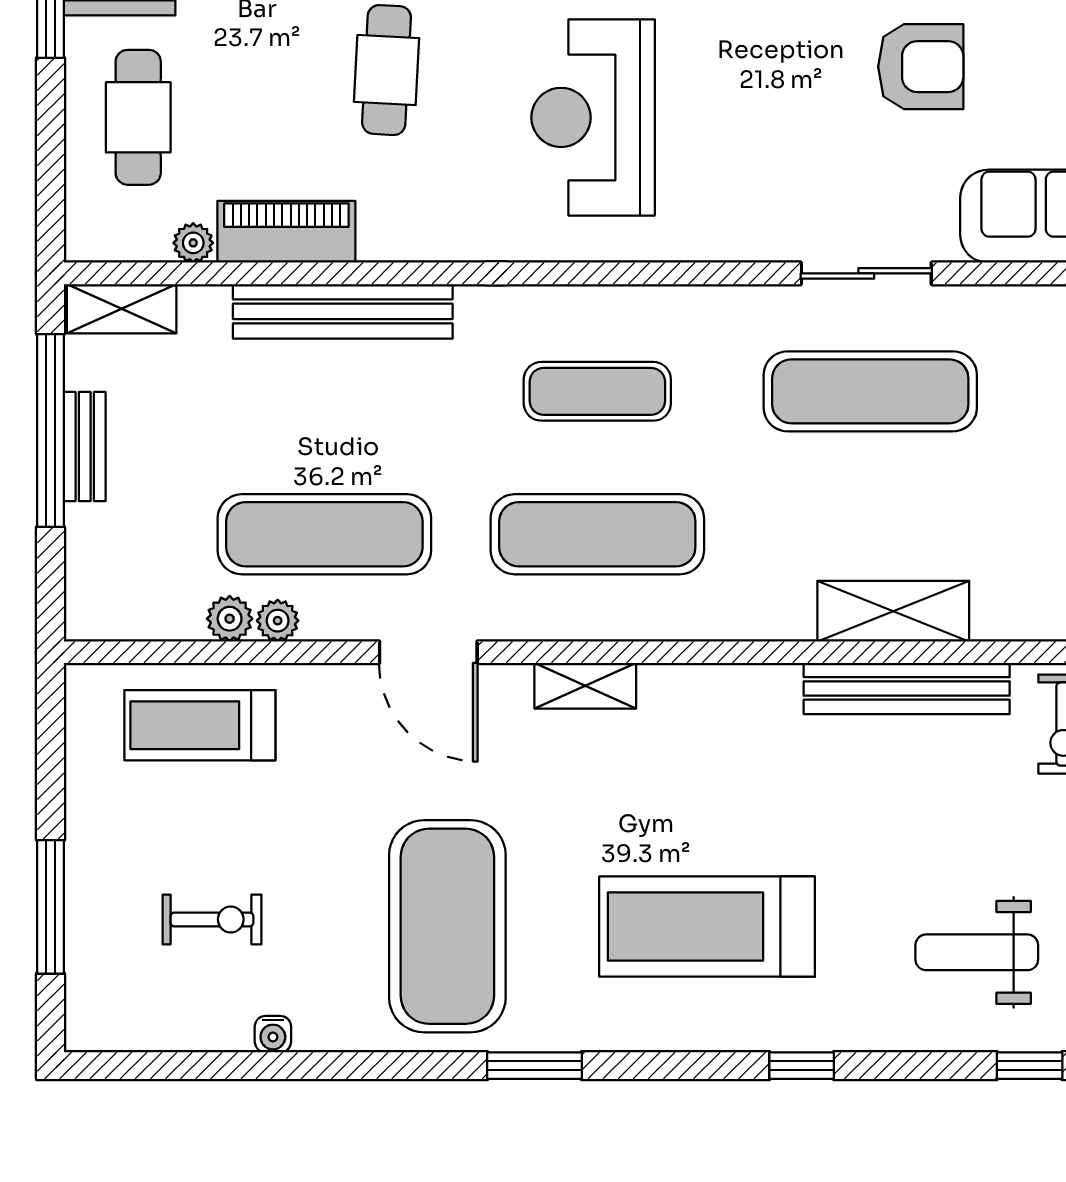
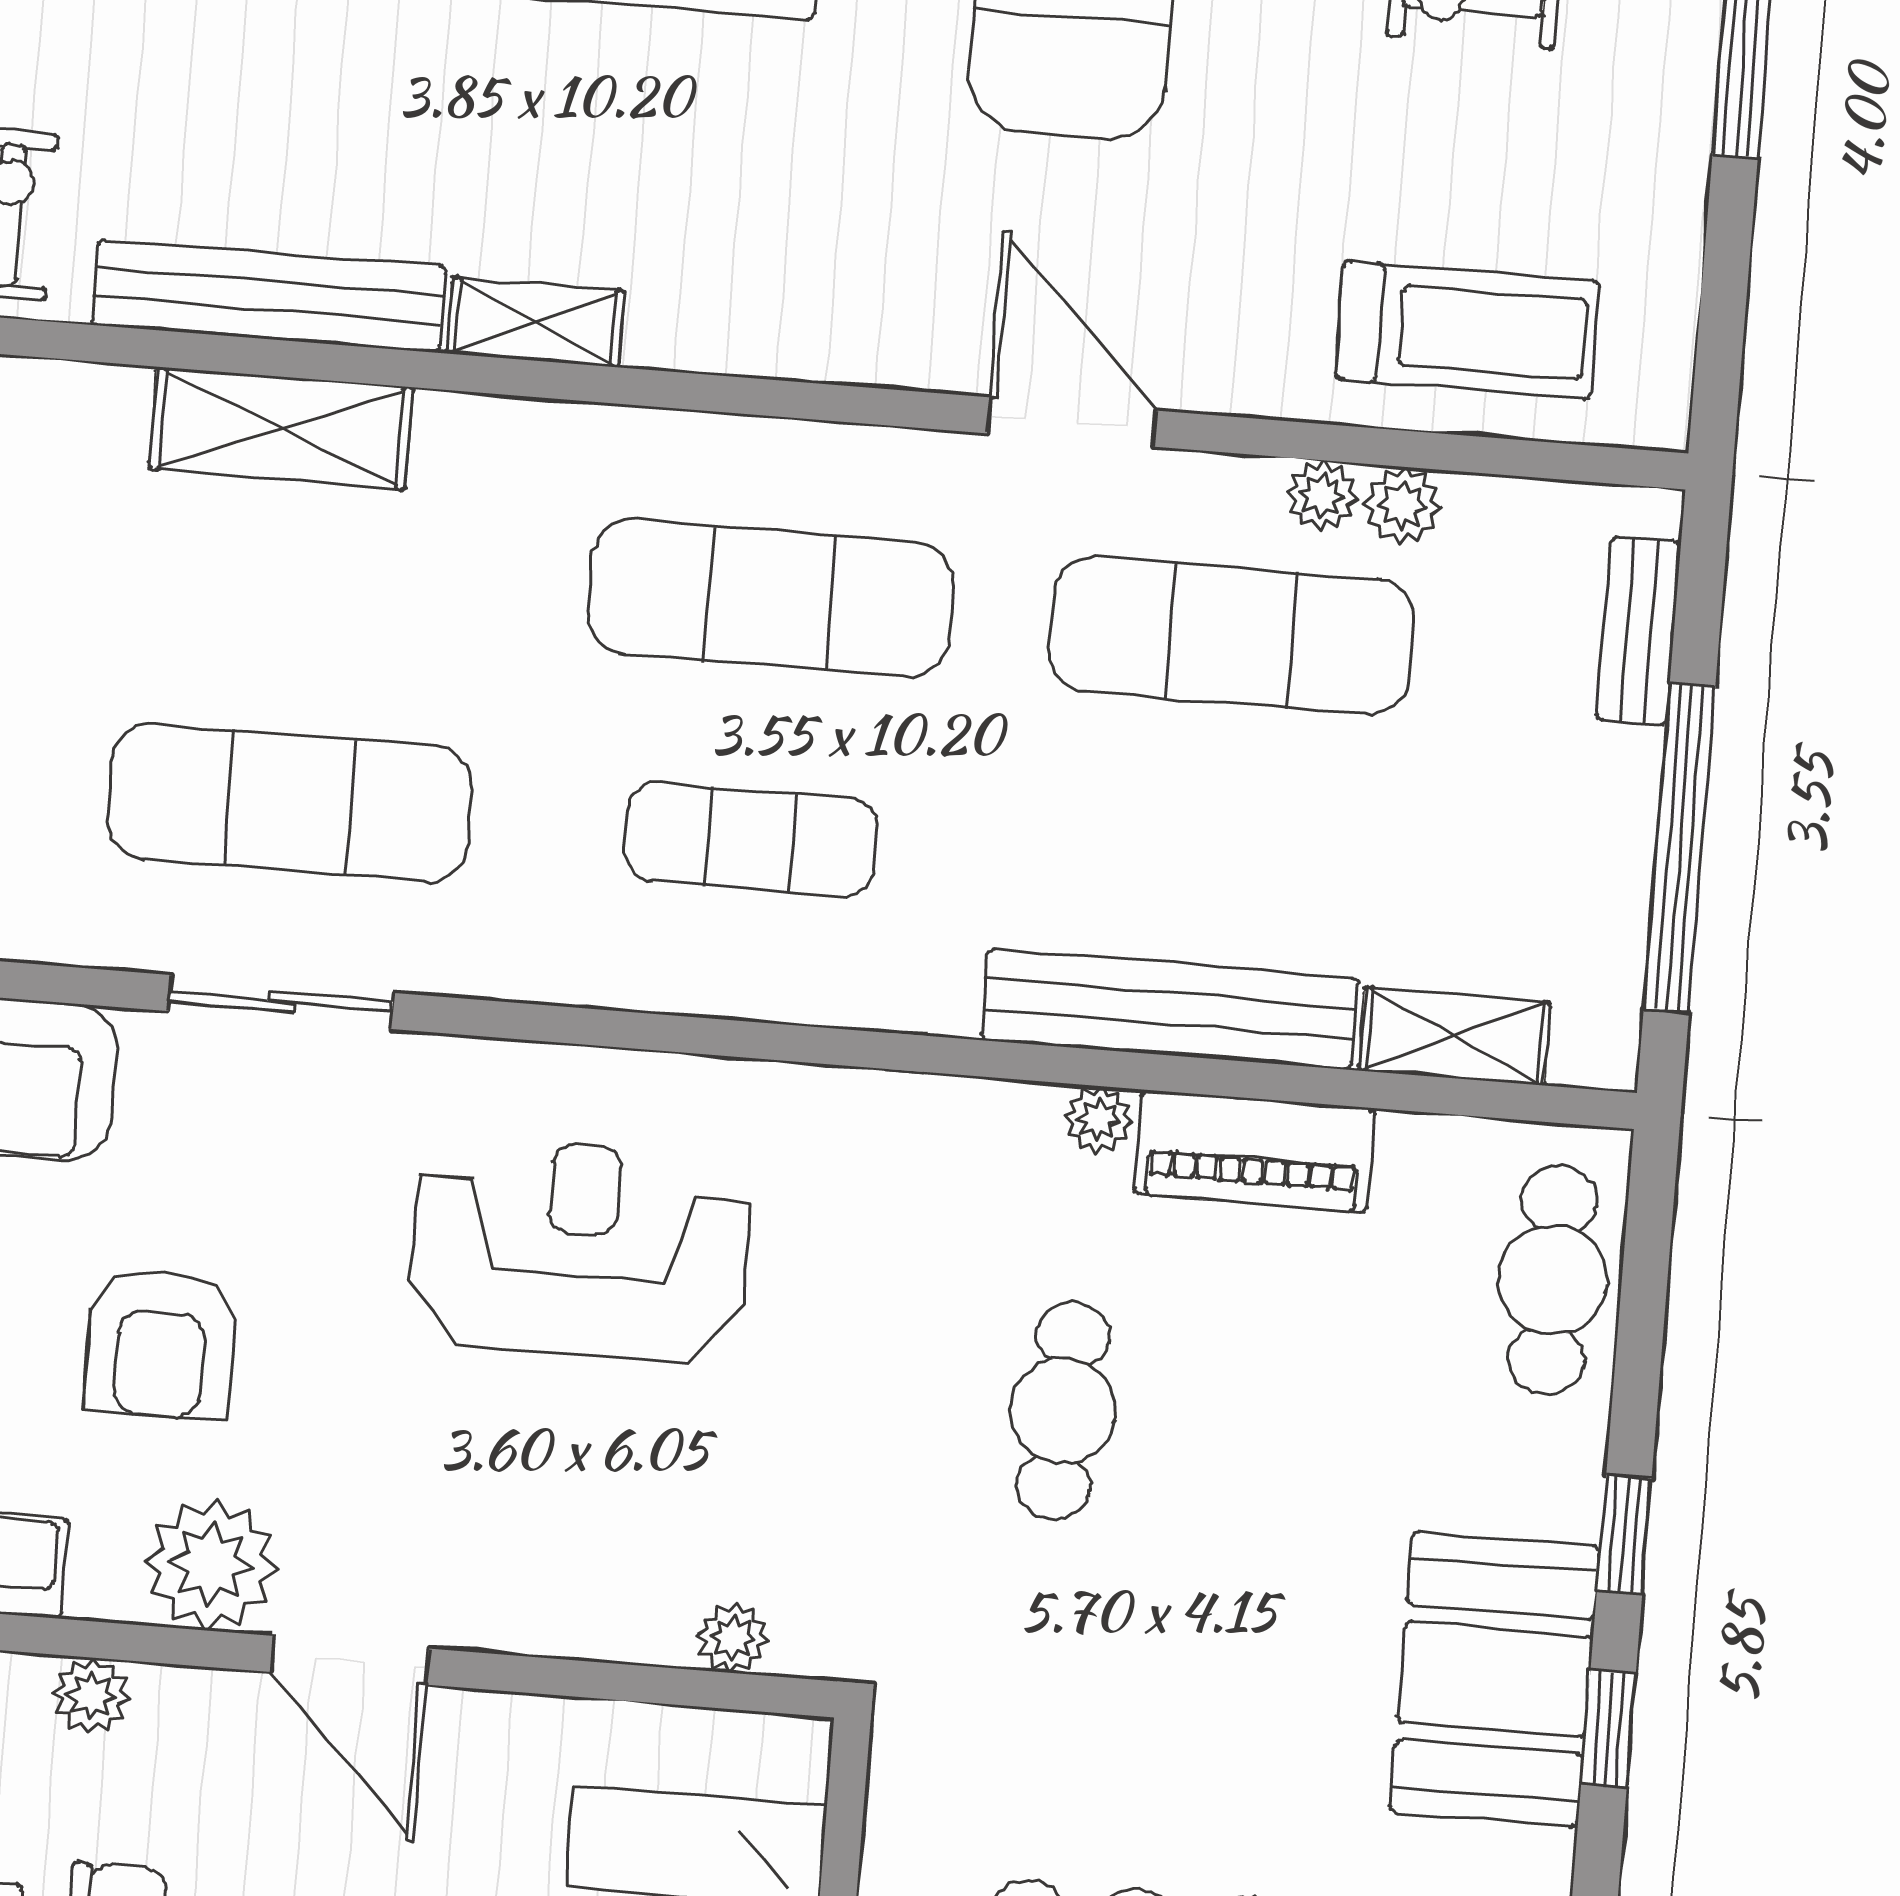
armchair: (921, 67) -> (161, 1344), turned -90
cafe table: (138, 117) -> (1553, 1280), moved
reception desk: (593, 117) -> (580, 1250), moved, turned -90
plant: (193, 243) -> (1098, 1120), moved
shelving: (122, 309) -> (1454, 1036), moved
bench: (85, 447) -> (1639, 631), moved
shelving: (585, 686) -> (535, 322), moved

